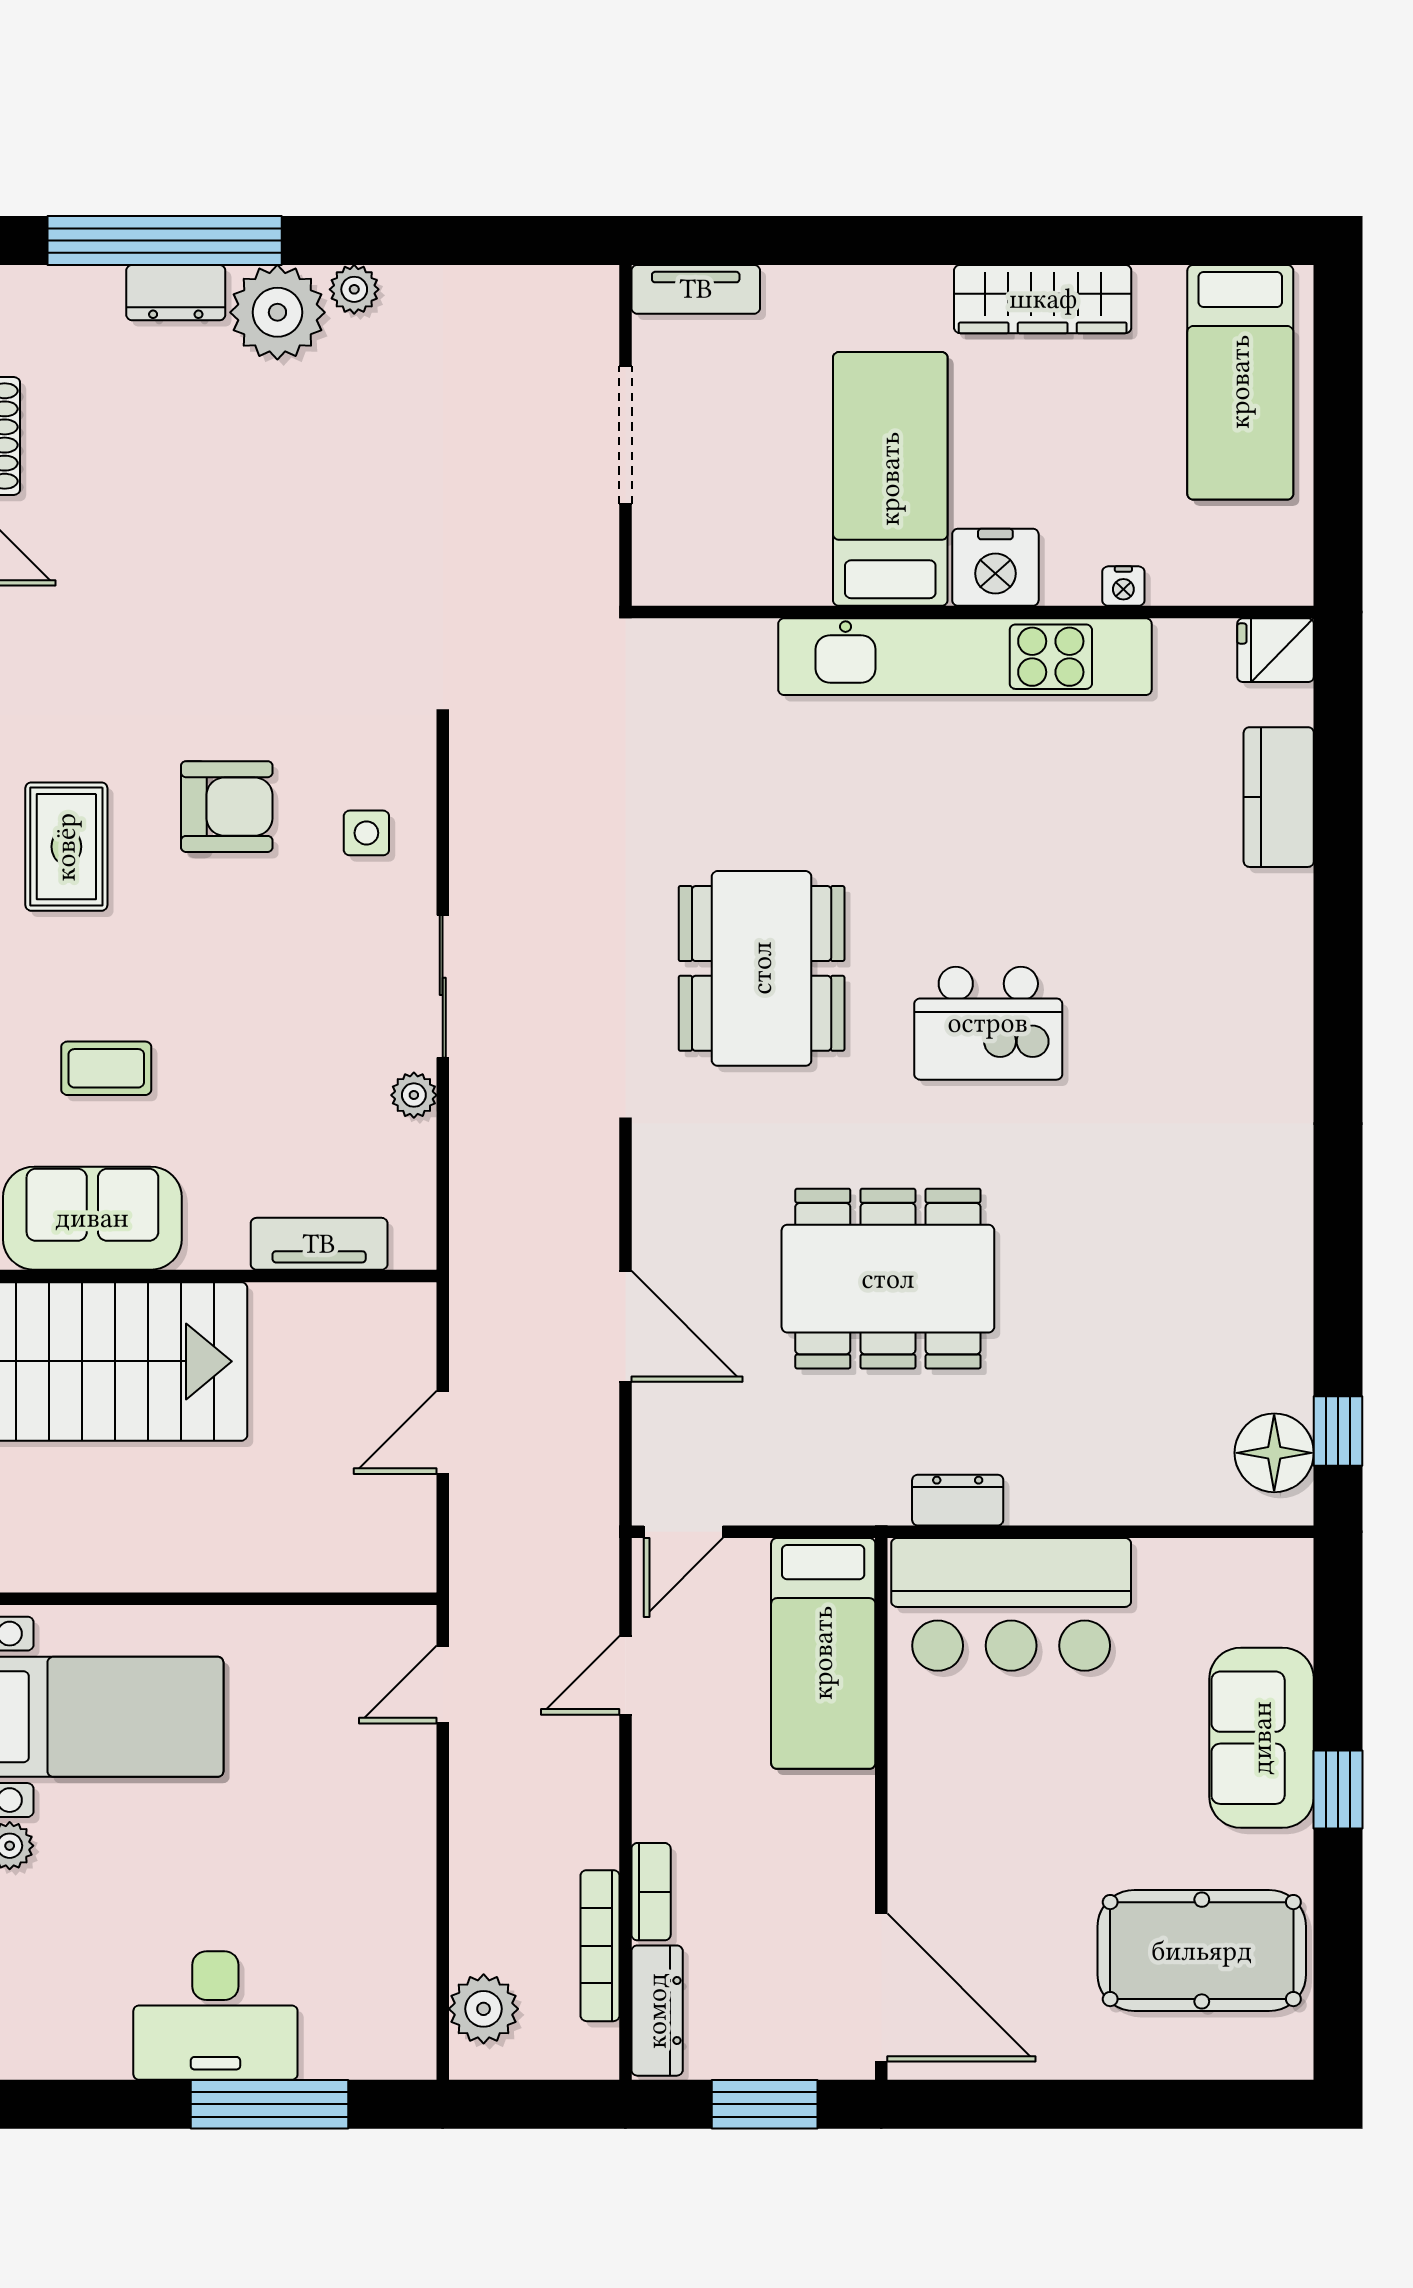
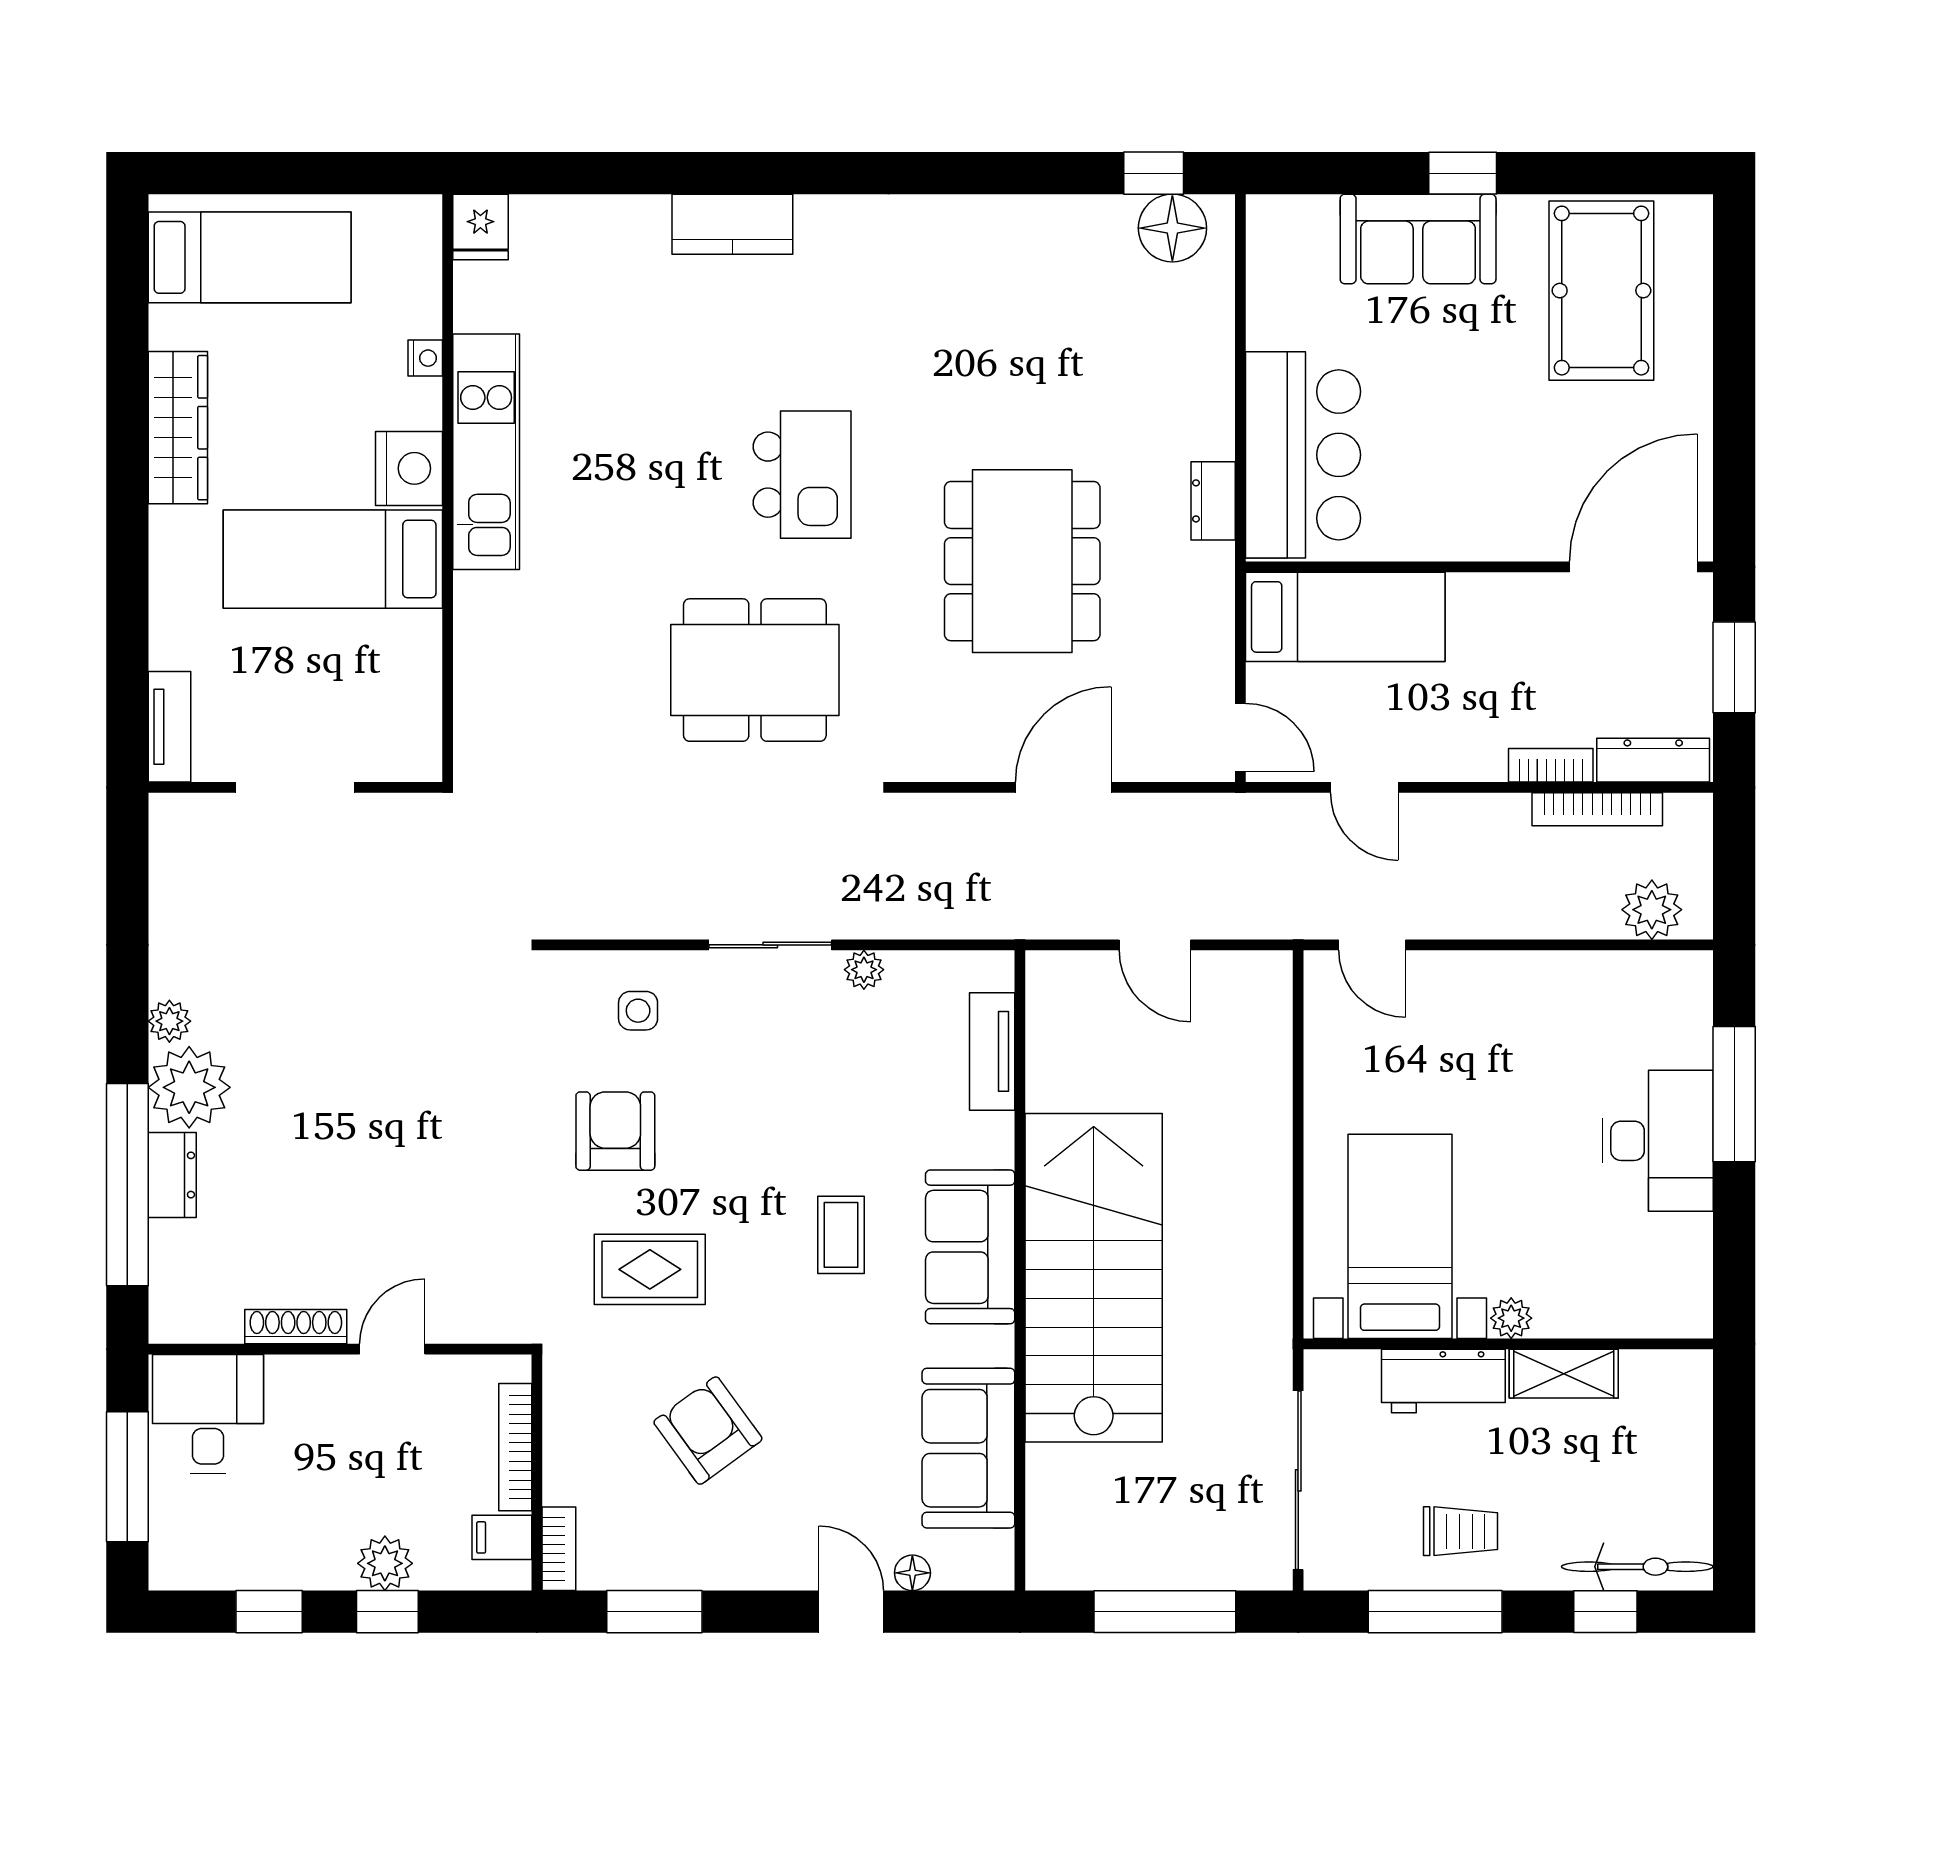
kitchen unit: (965, 657) -> (486, 452), width x0.73
kitchen counter: (1279, 797) -> (732, 224), moved

